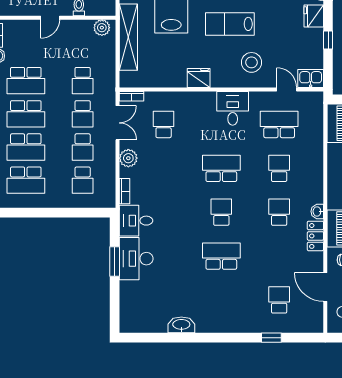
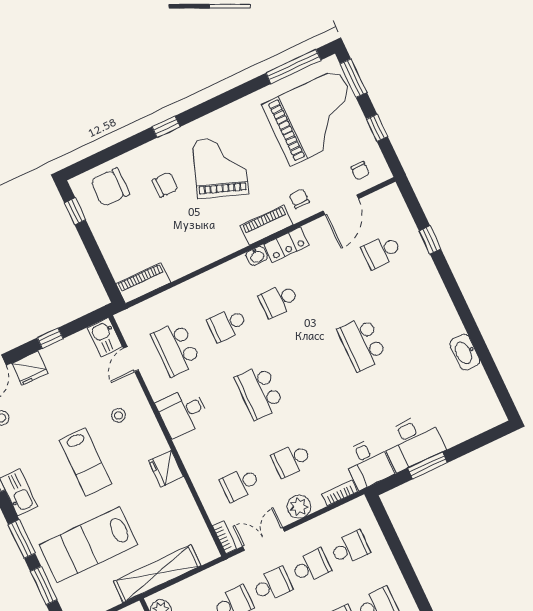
stool: (252, 62) -> (119, 415), width x0.53, depth x0.53
school desk: (221, 212) -> (291, 460), moved

